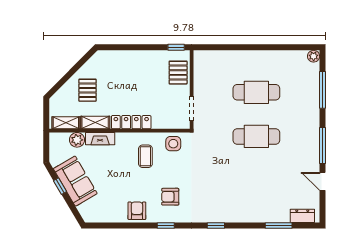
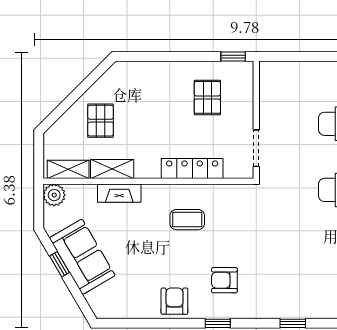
pallet: (178, 73) -> (207, 97), moved
locker: (131, 122) -> (192, 169), moved
plant: (77, 140) -> (54, 195), moved
side table: (173, 144) -> (229, 201), removed
coffee table: (145, 156) -> (187, 220), turned 90

